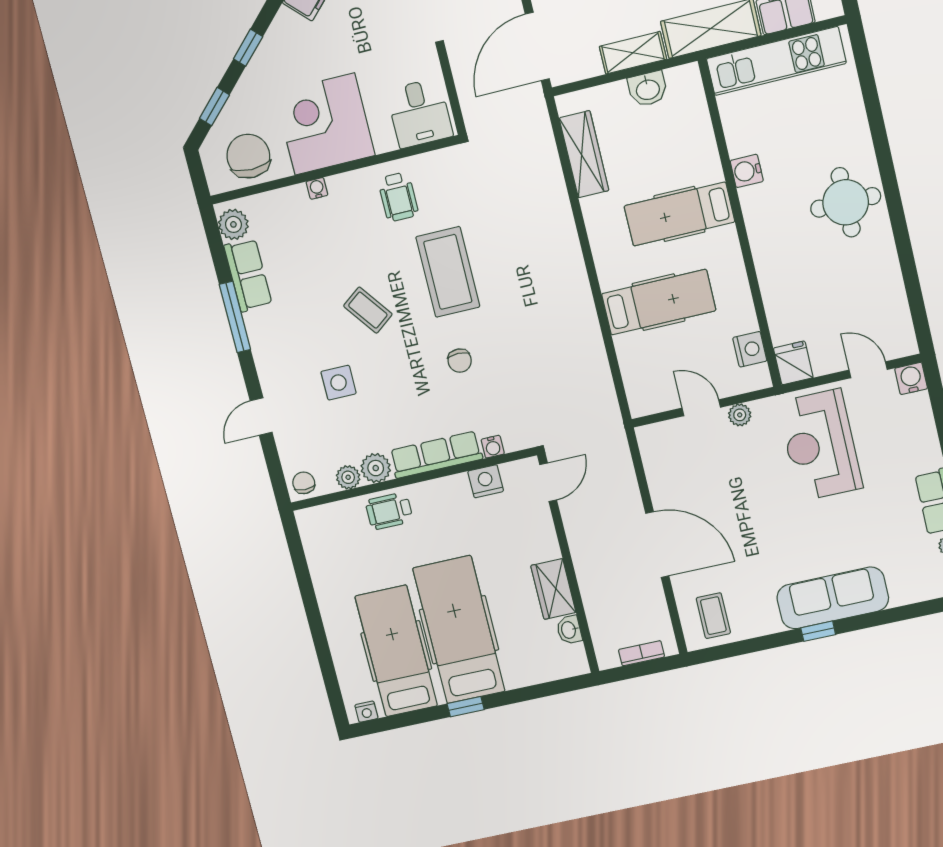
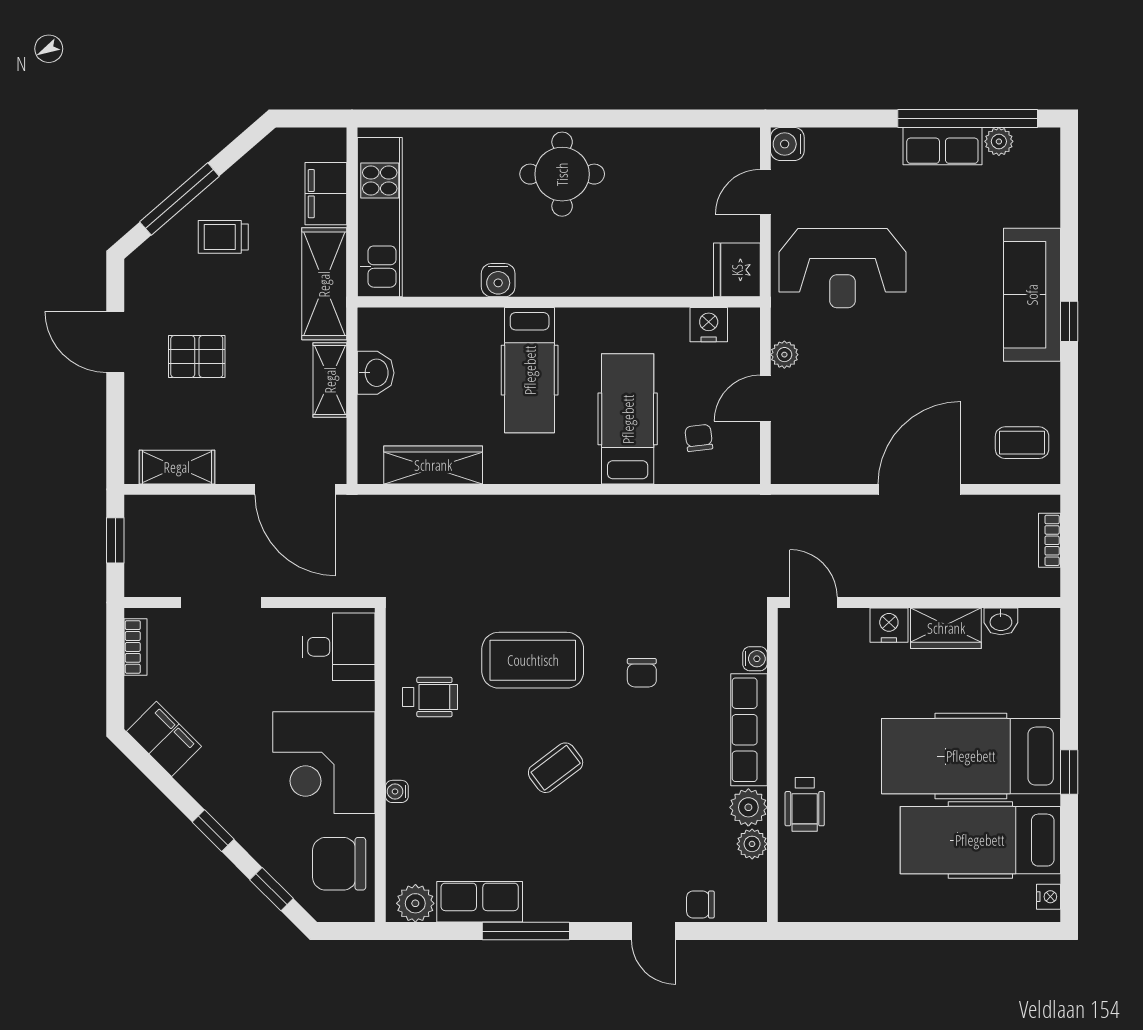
chair: (460, 361) -> (642, 673), turned 90
chair: (657, 362) -> (699, 438), added
fridge: (793, 363) -> (737, 270), width x1.38
side table: (339, 383) -> (634, 826), removed
nightstand: (486, 481) -> (889, 625), moved, turned 90
chair: (304, 483) -> (700, 904), moved

